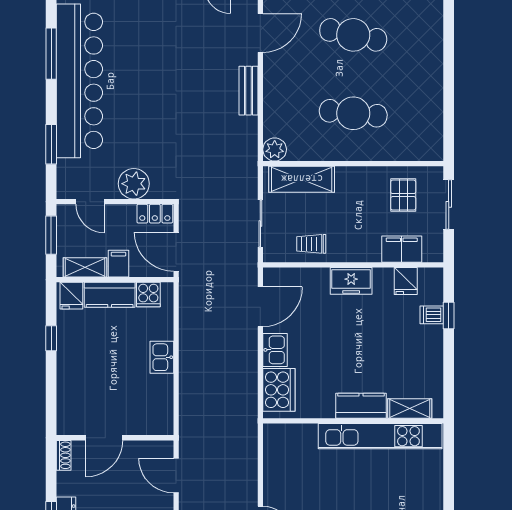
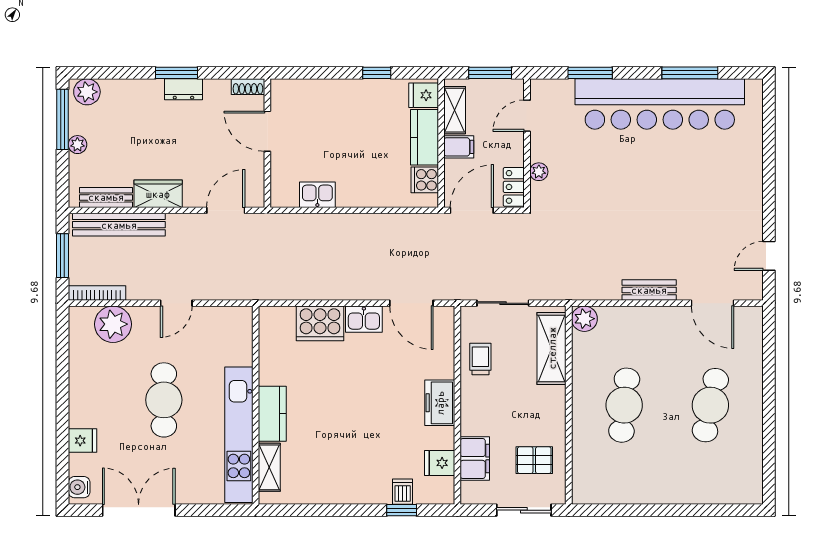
plant: (134, 184) -> (539, 172), width x0.53, depth x0.53
kitchen sink: (162, 357) -> (317, 195), moved
kitchen counter: (361, 406) -> (272, 414), moved
shelving: (410, 408) -> (269, 467), moved
wall: (353, 421) -> (256, 405), moved
kitchen unit: (380, 436) -> (239, 435), moved

